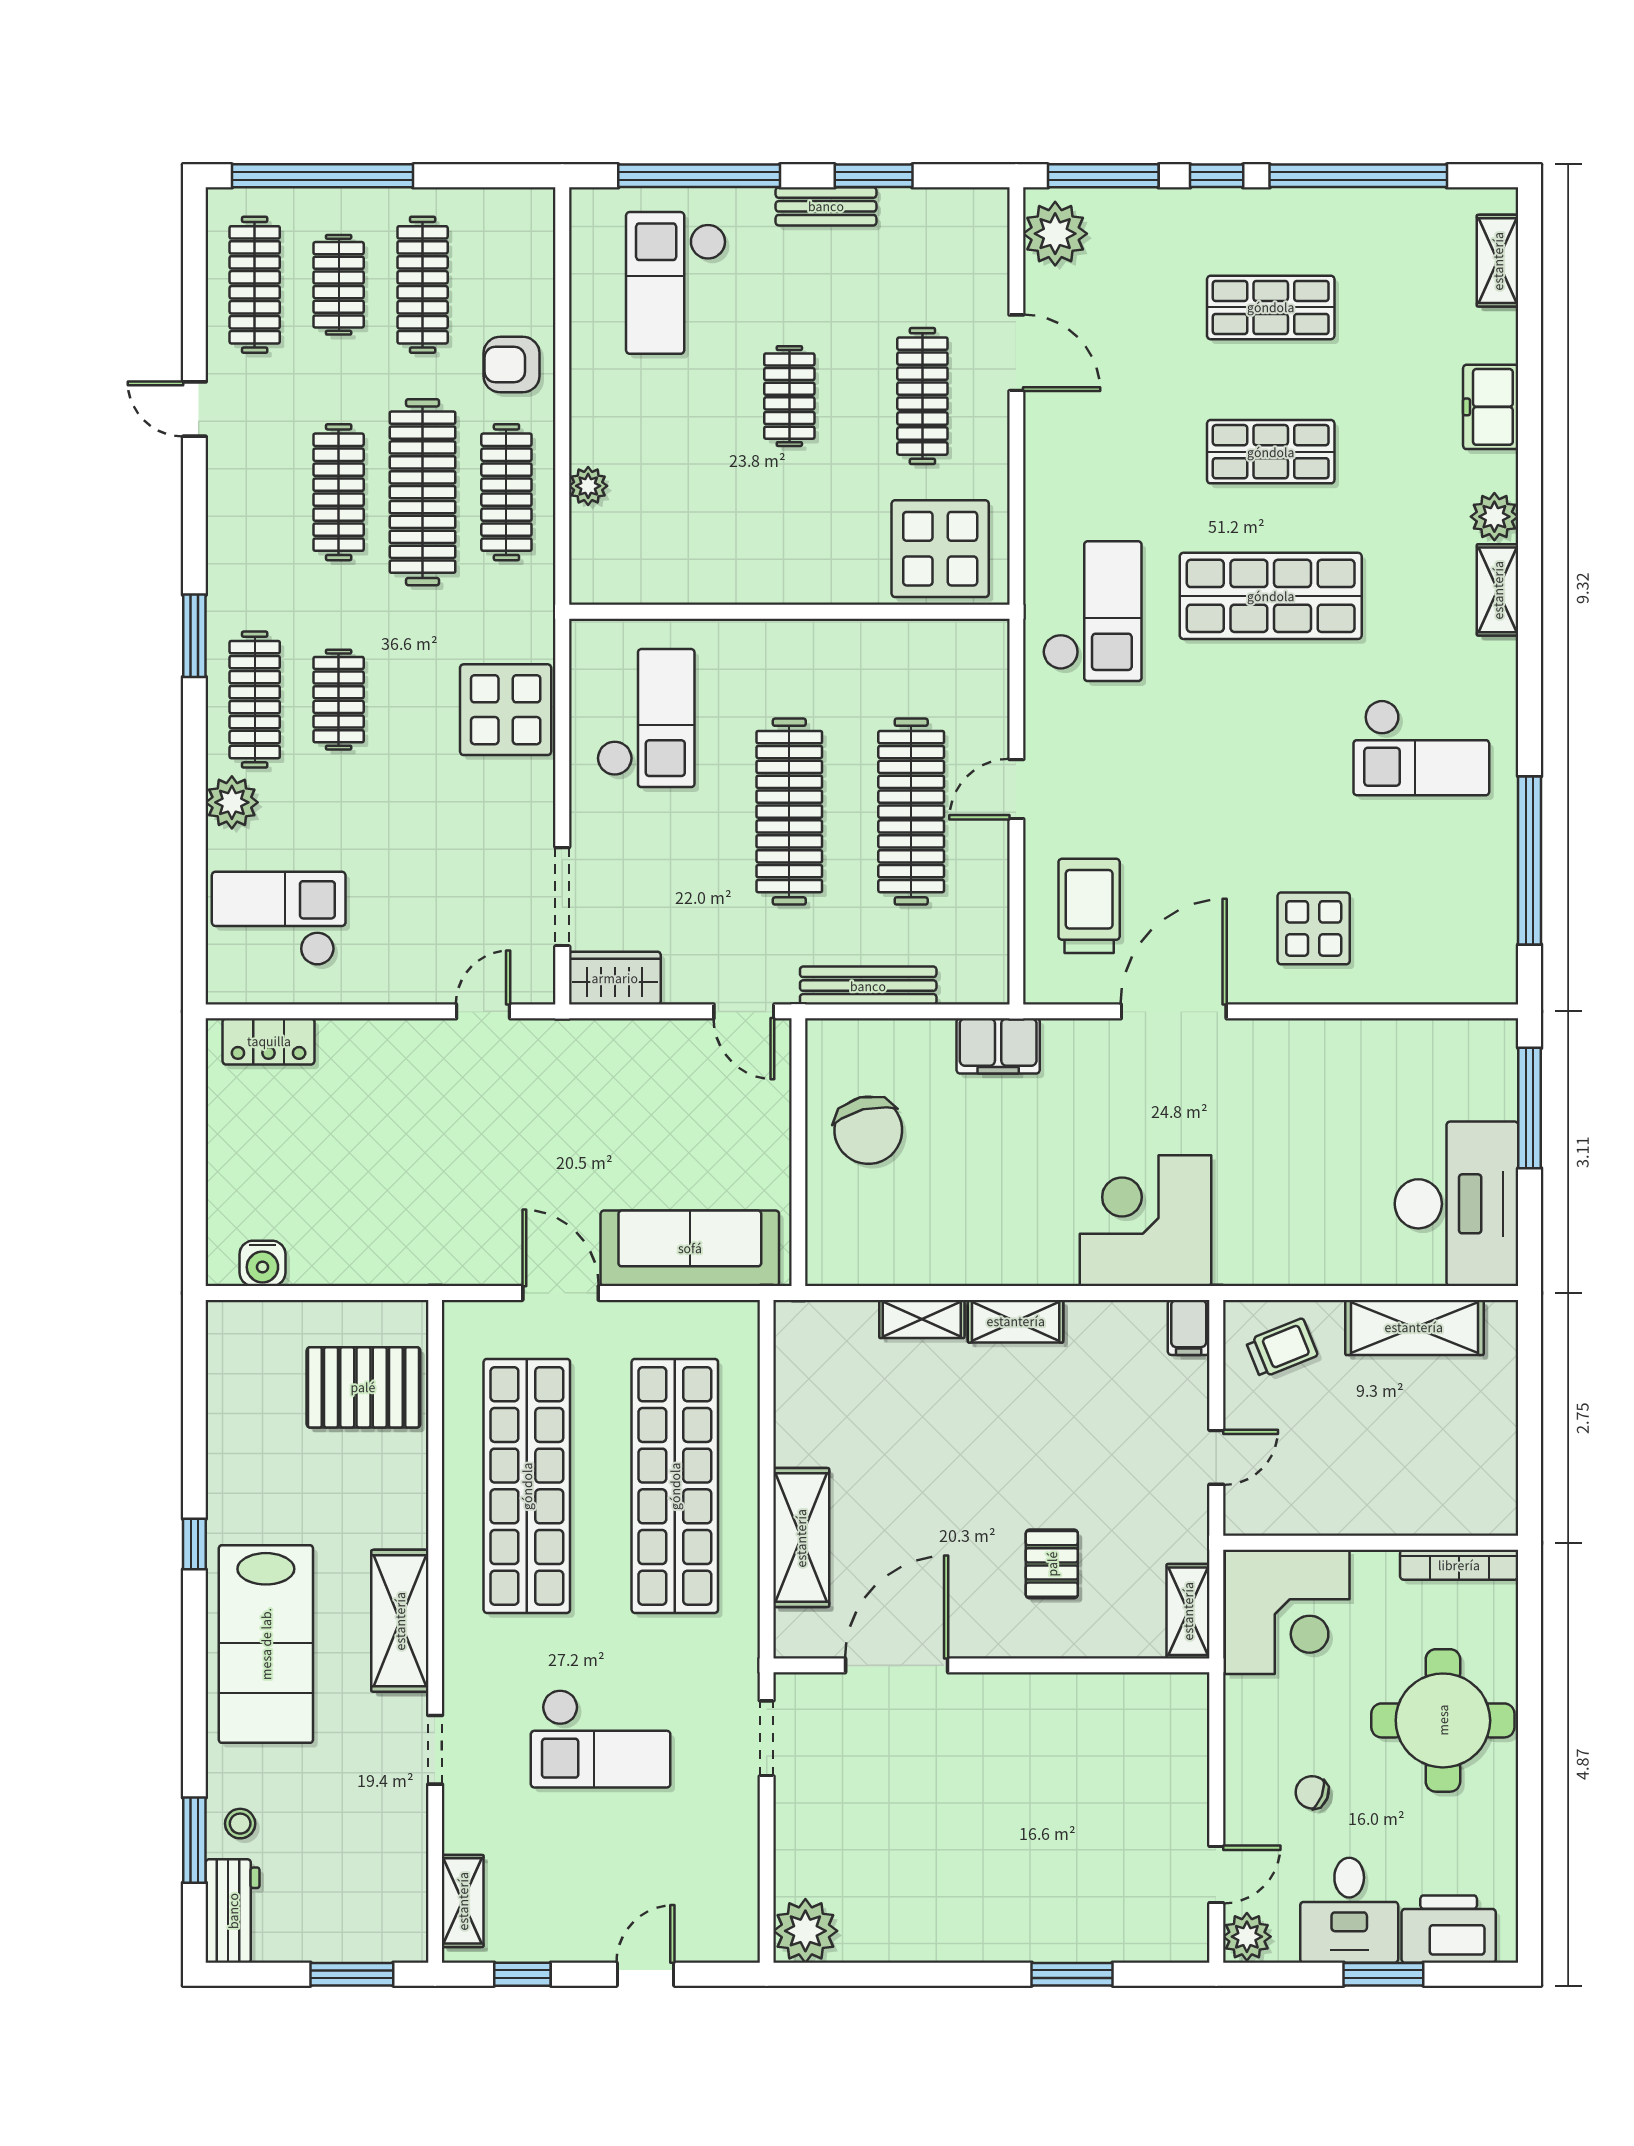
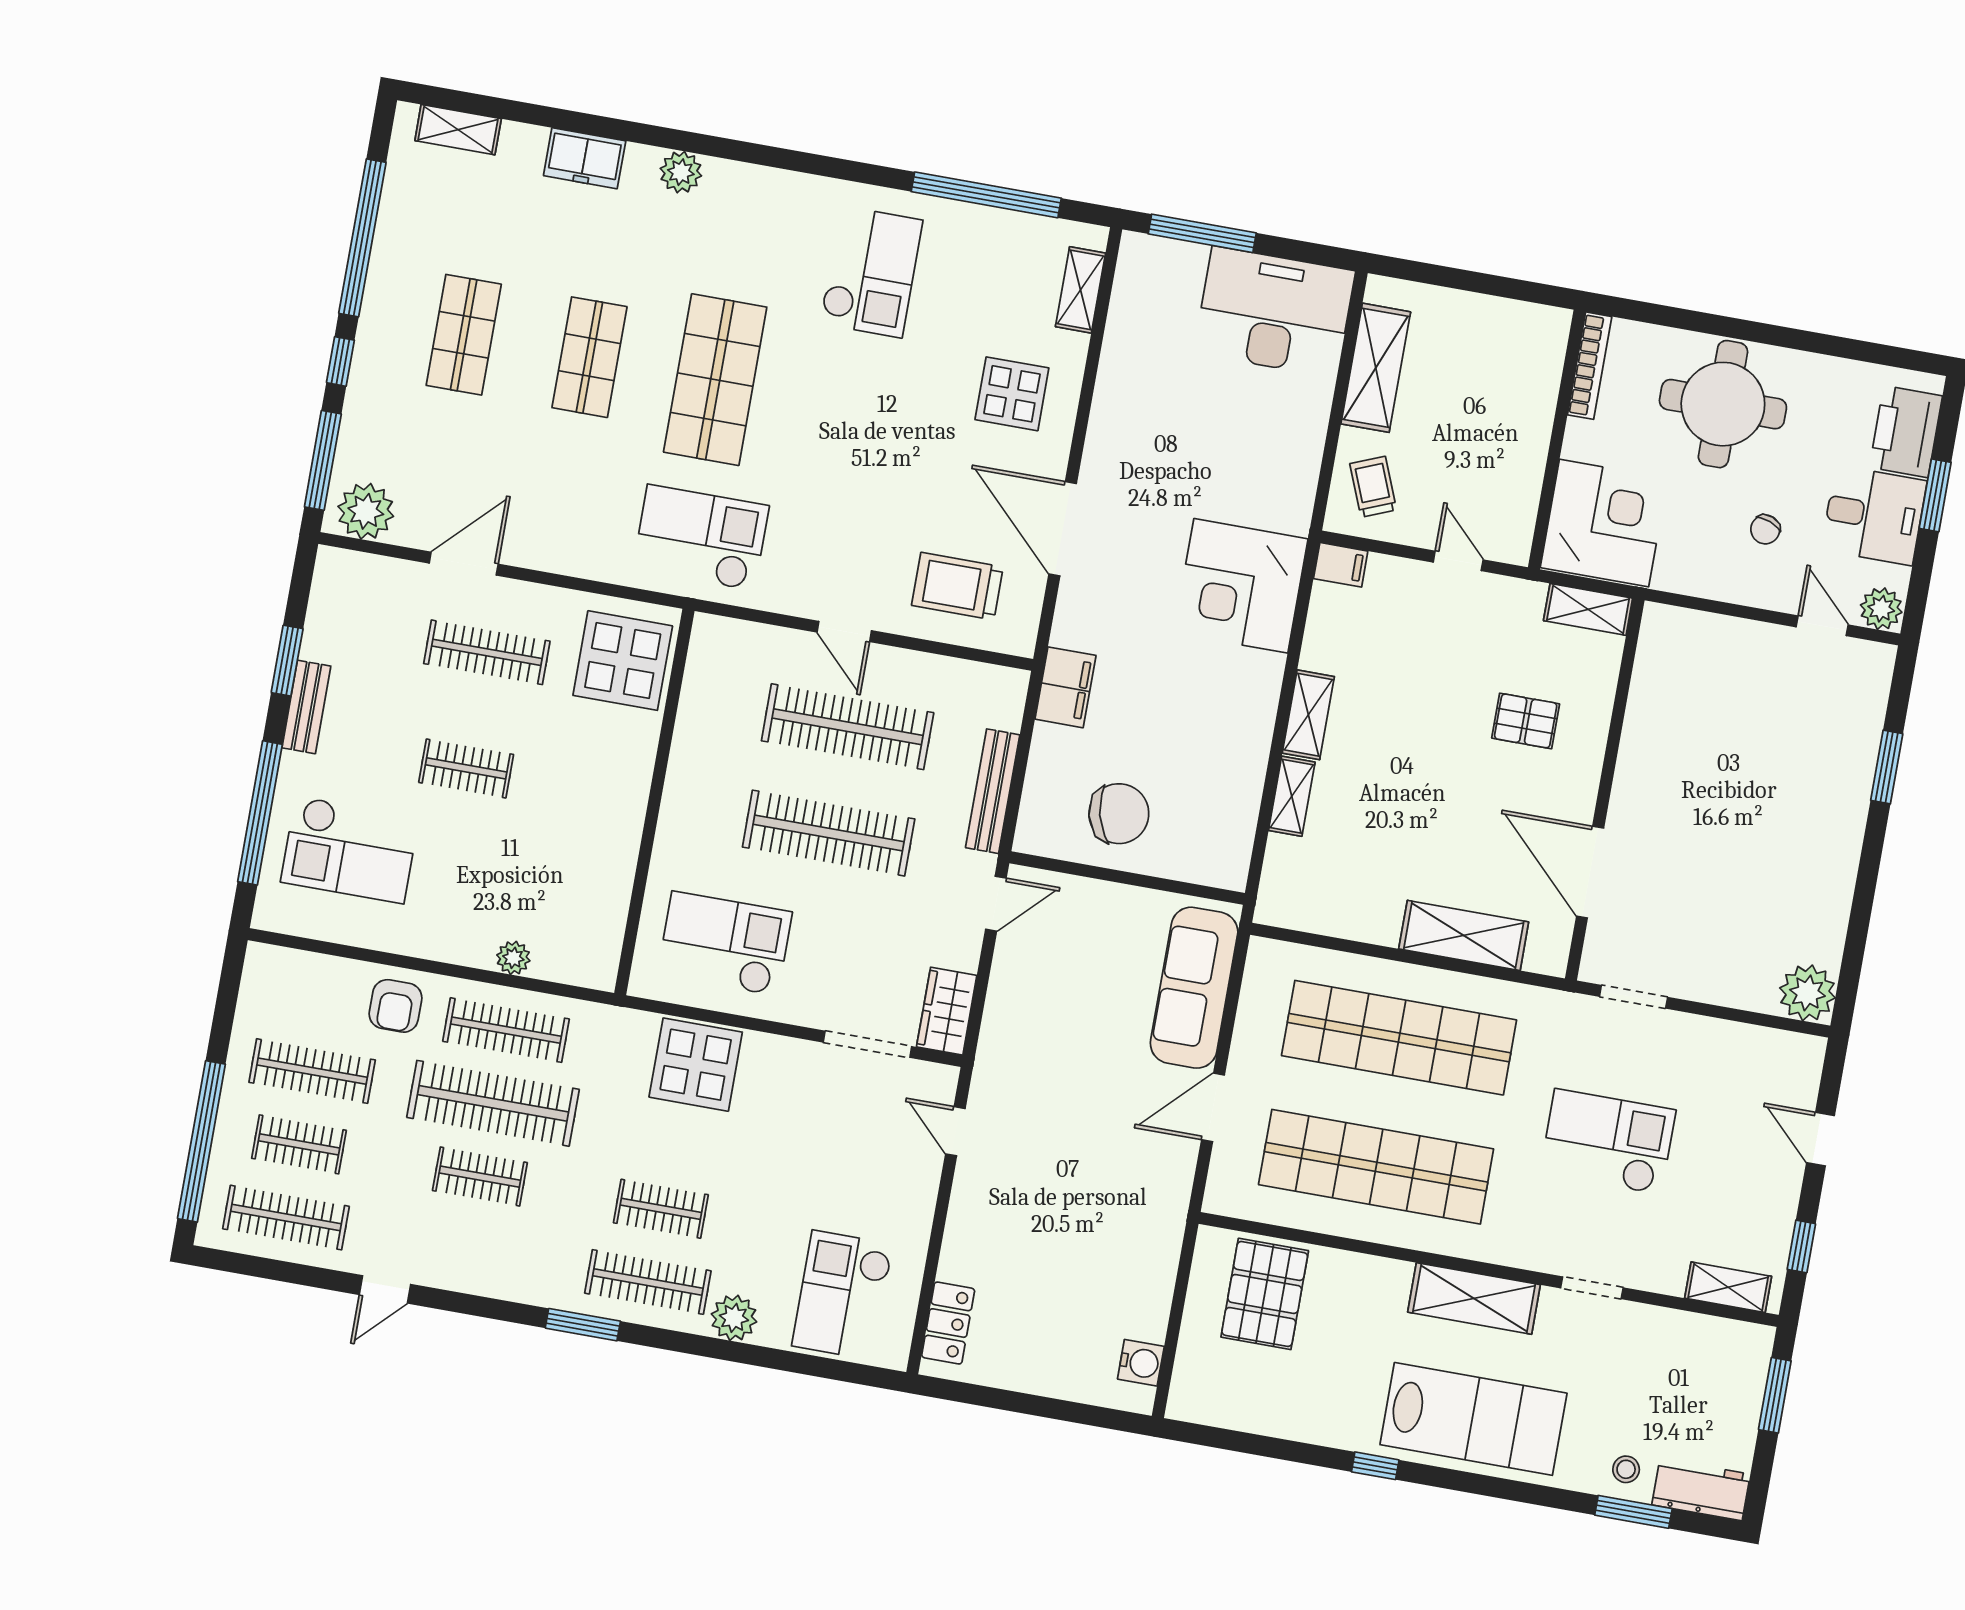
clothes rail: (339, 492) -> (480, 1177), width x0.73
shelving: (1498, 590) -> (1081, 290), moved, turned 90
checkout: (601, 1739) -> (1608, 1142), turned -90

